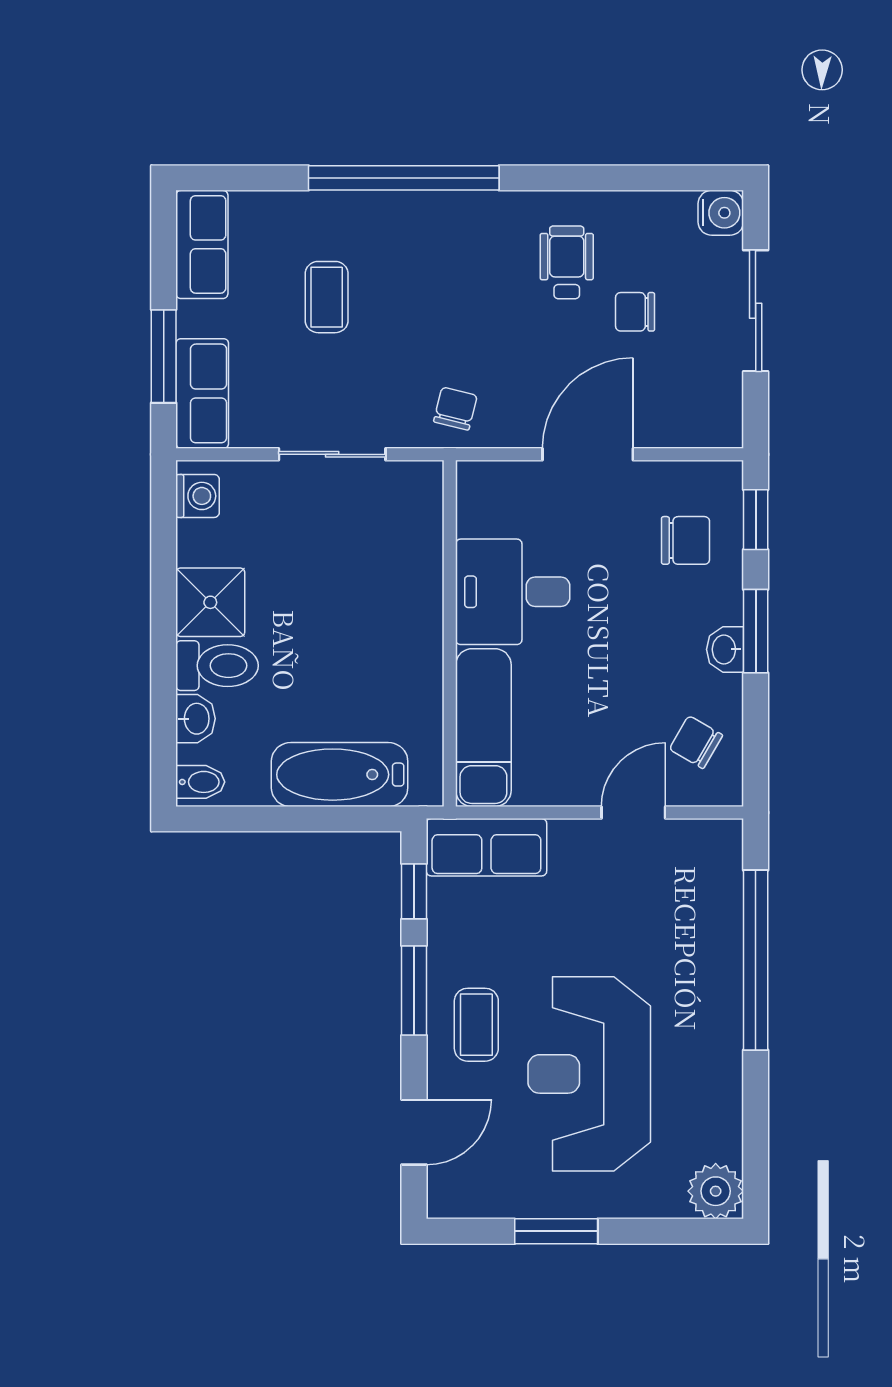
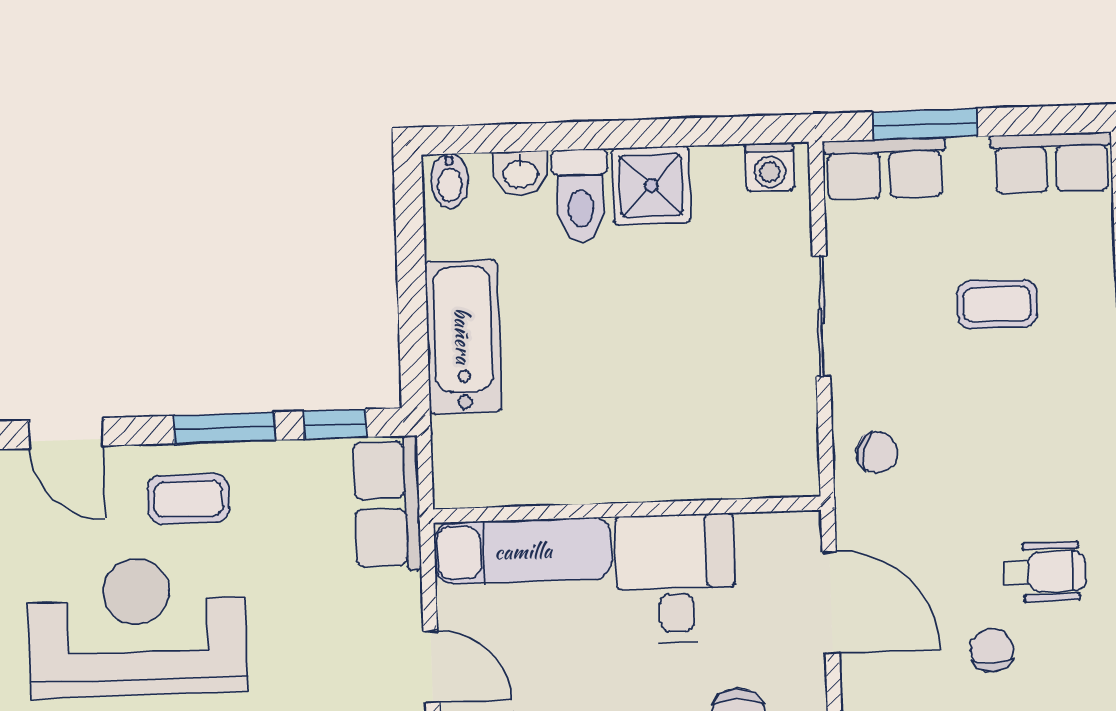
desk: (513, 592) -> (676, 578), moved
wall: (450, 633) -> (627, 510), moved
exam couch: (483, 728) -> (523, 551), moved

